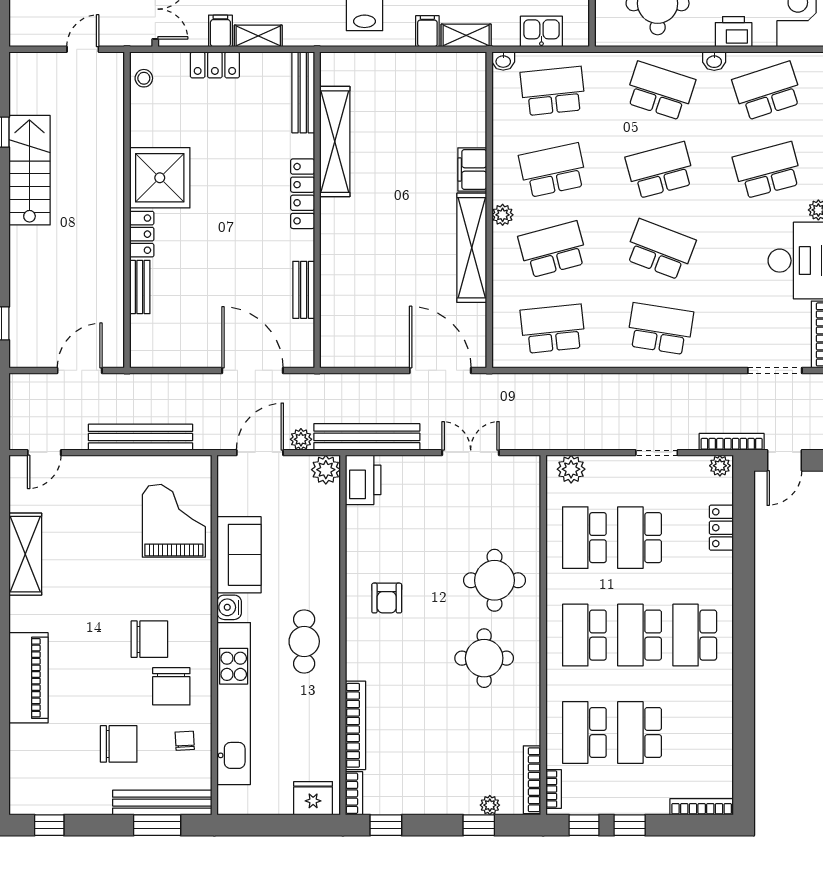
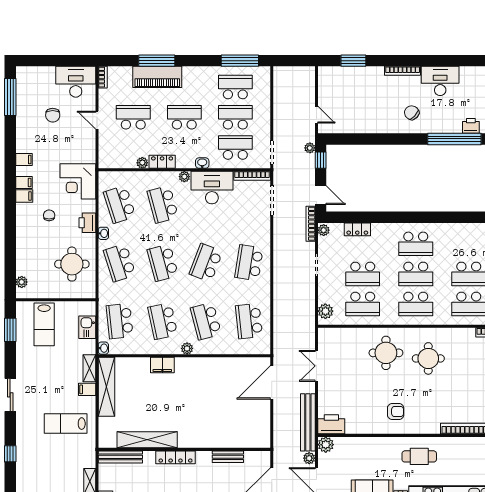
school desk: (660, 91) -> (120, 263), turned -36
shelving: (472, 248) -> (106, 387), moved, turned 90

